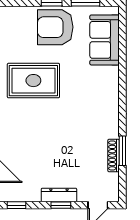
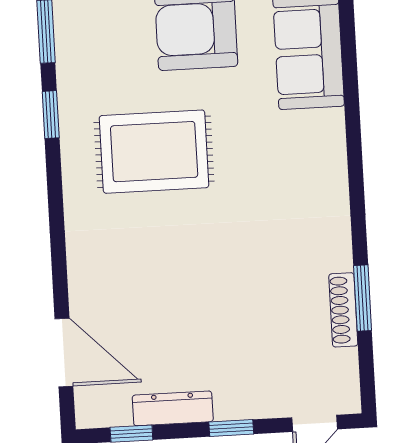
dresser: (59, 195) -> (173, 408), moved

